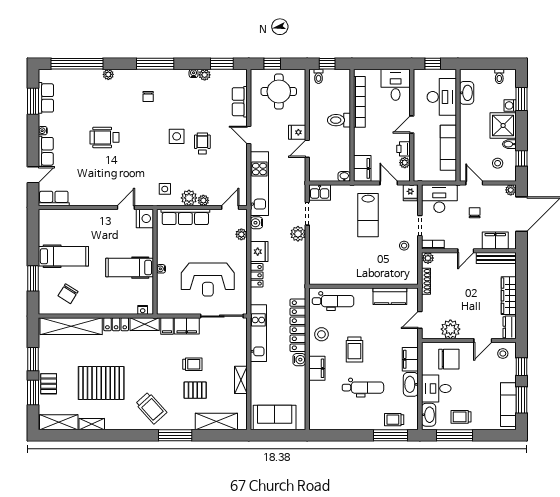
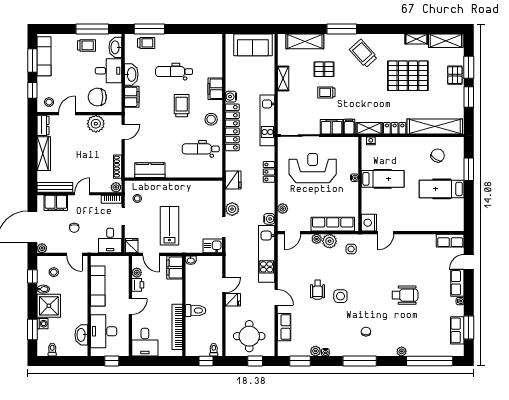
desk: (439, 199) -> (110, 240), width x0.73
fridge: (259, 252) -> (233, 180), moved, turned 180
wall: (364, 286) -> (174, 179), moved
kitchen counter: (390, 296) -> (150, 170), moved

